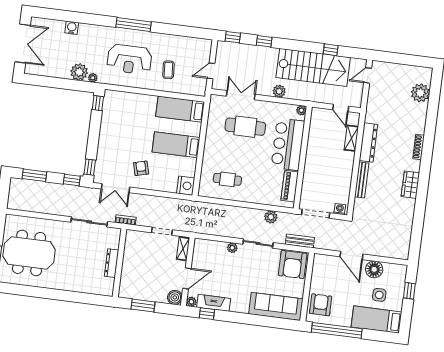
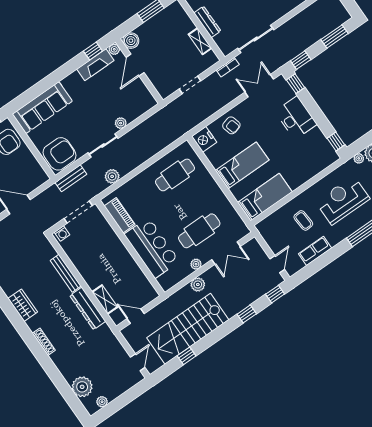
row of seats: (179, 42) -> (315, 251), added
door: (211, 71) -> (277, 264), moved
plant: (416, 71) -> (102, 402), added
plant: (301, 110) -> (196, 264), moved
desk: (110, 144) -> (296, 118), added
armchair: (141, 168) -> (231, 125), moved
cafe table: (227, 179) -> (175, 175), width x1.37, depth x1.35
shelving: (183, 249) -> (200, 41), moved
armchair: (293, 265) -> (60, 154), turned 90

